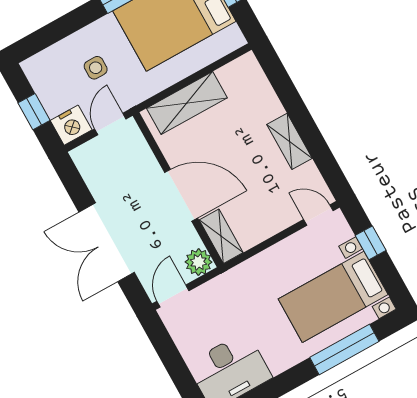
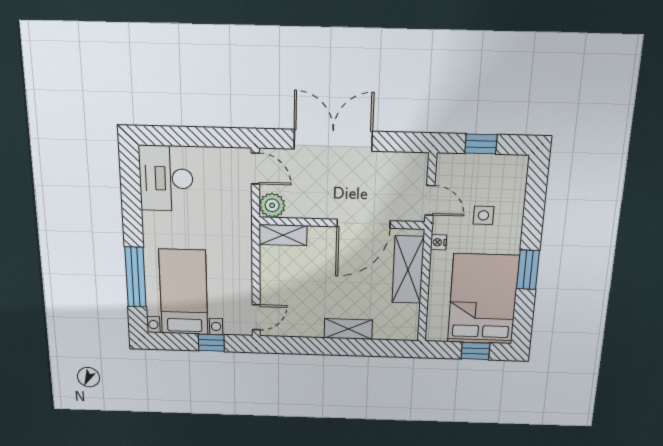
nightstand: (71, 125) -> (439, 242), moved, width x0.53, depth x0.56
shelving: (289, 141) -> (348, 329), moved
door: (181, 195) -> (364, 224), moved

